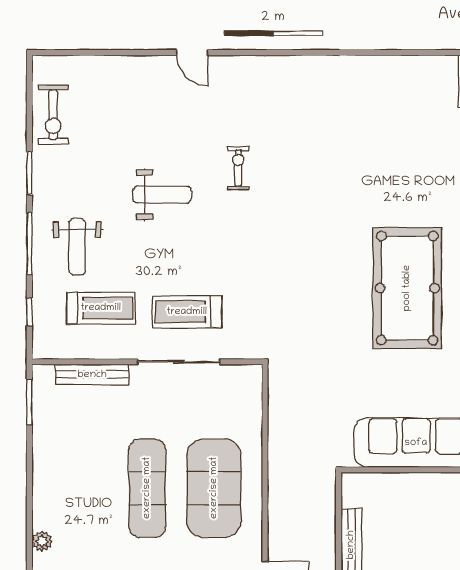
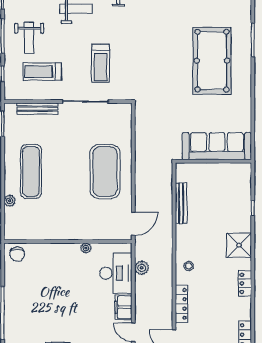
treadmill: (101, 308) -> (42, 72), turned 180
treadmill: (187, 312) -> (101, 63), moved, turned -90
exercise mat: (147, 488) -> (31, 171), moved

